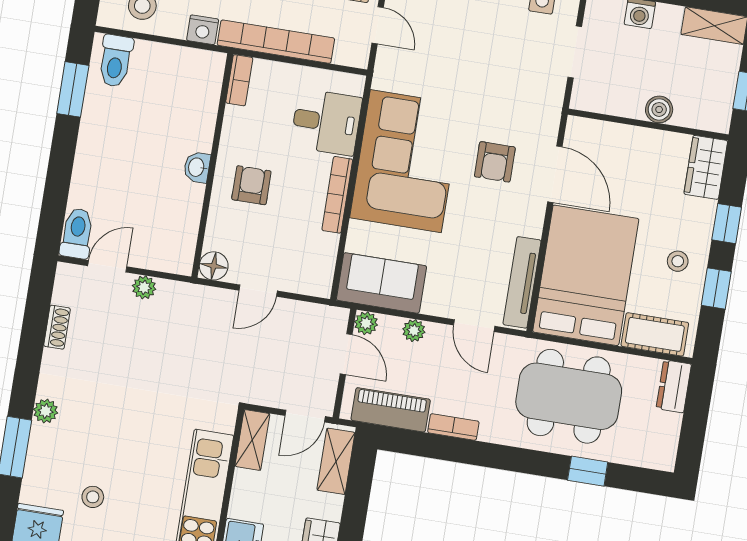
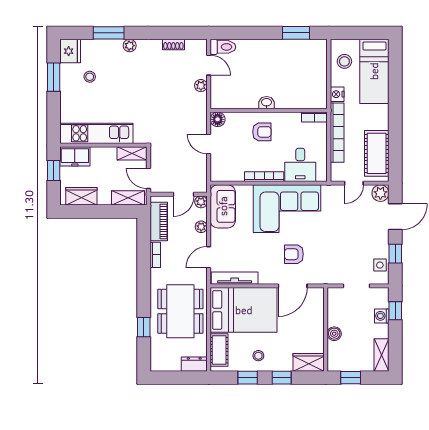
toilet: (116, 61) -> (314, 52), removed

